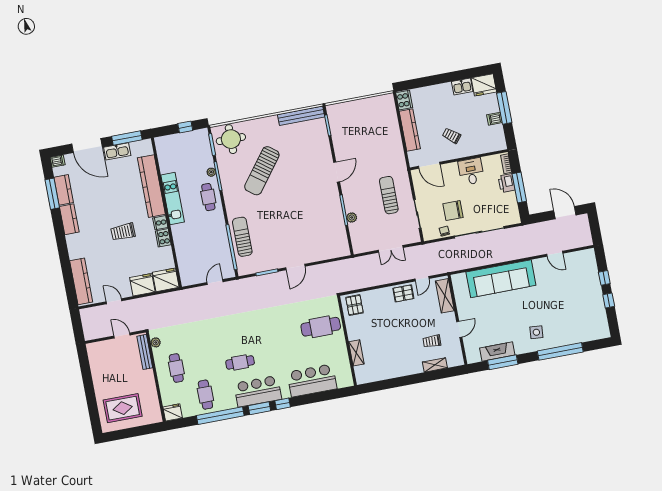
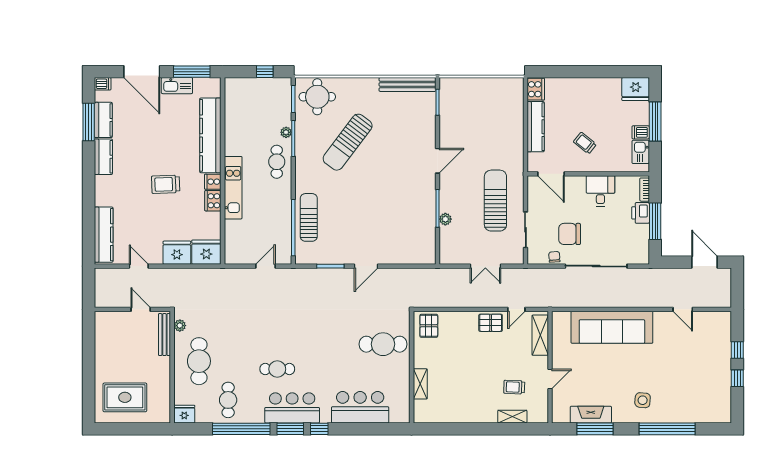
kitchen sink: (462, 86) -> (641, 152), moved, turned 90
sun lounger: (389, 195) -> (495, 201), width x1.36, depth x1.34
kitchen unit: (173, 198) -> (233, 188), moved
cafe table: (176, 368) -> (199, 361), width x1.37, depth x1.35

